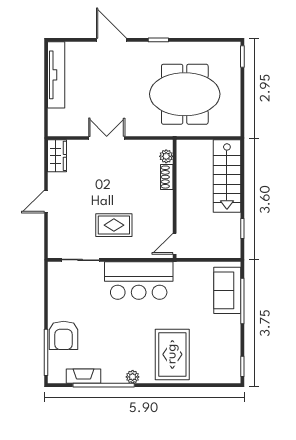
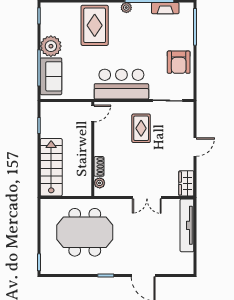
tv unit: (56, 75) -> (187, 225), moved
rug: (114, 225) -> (141, 128), turned 90
plant: (227, 328) -> (51, 46), added
armchair: (64, 335) -> (179, 62), moved, turned 180

